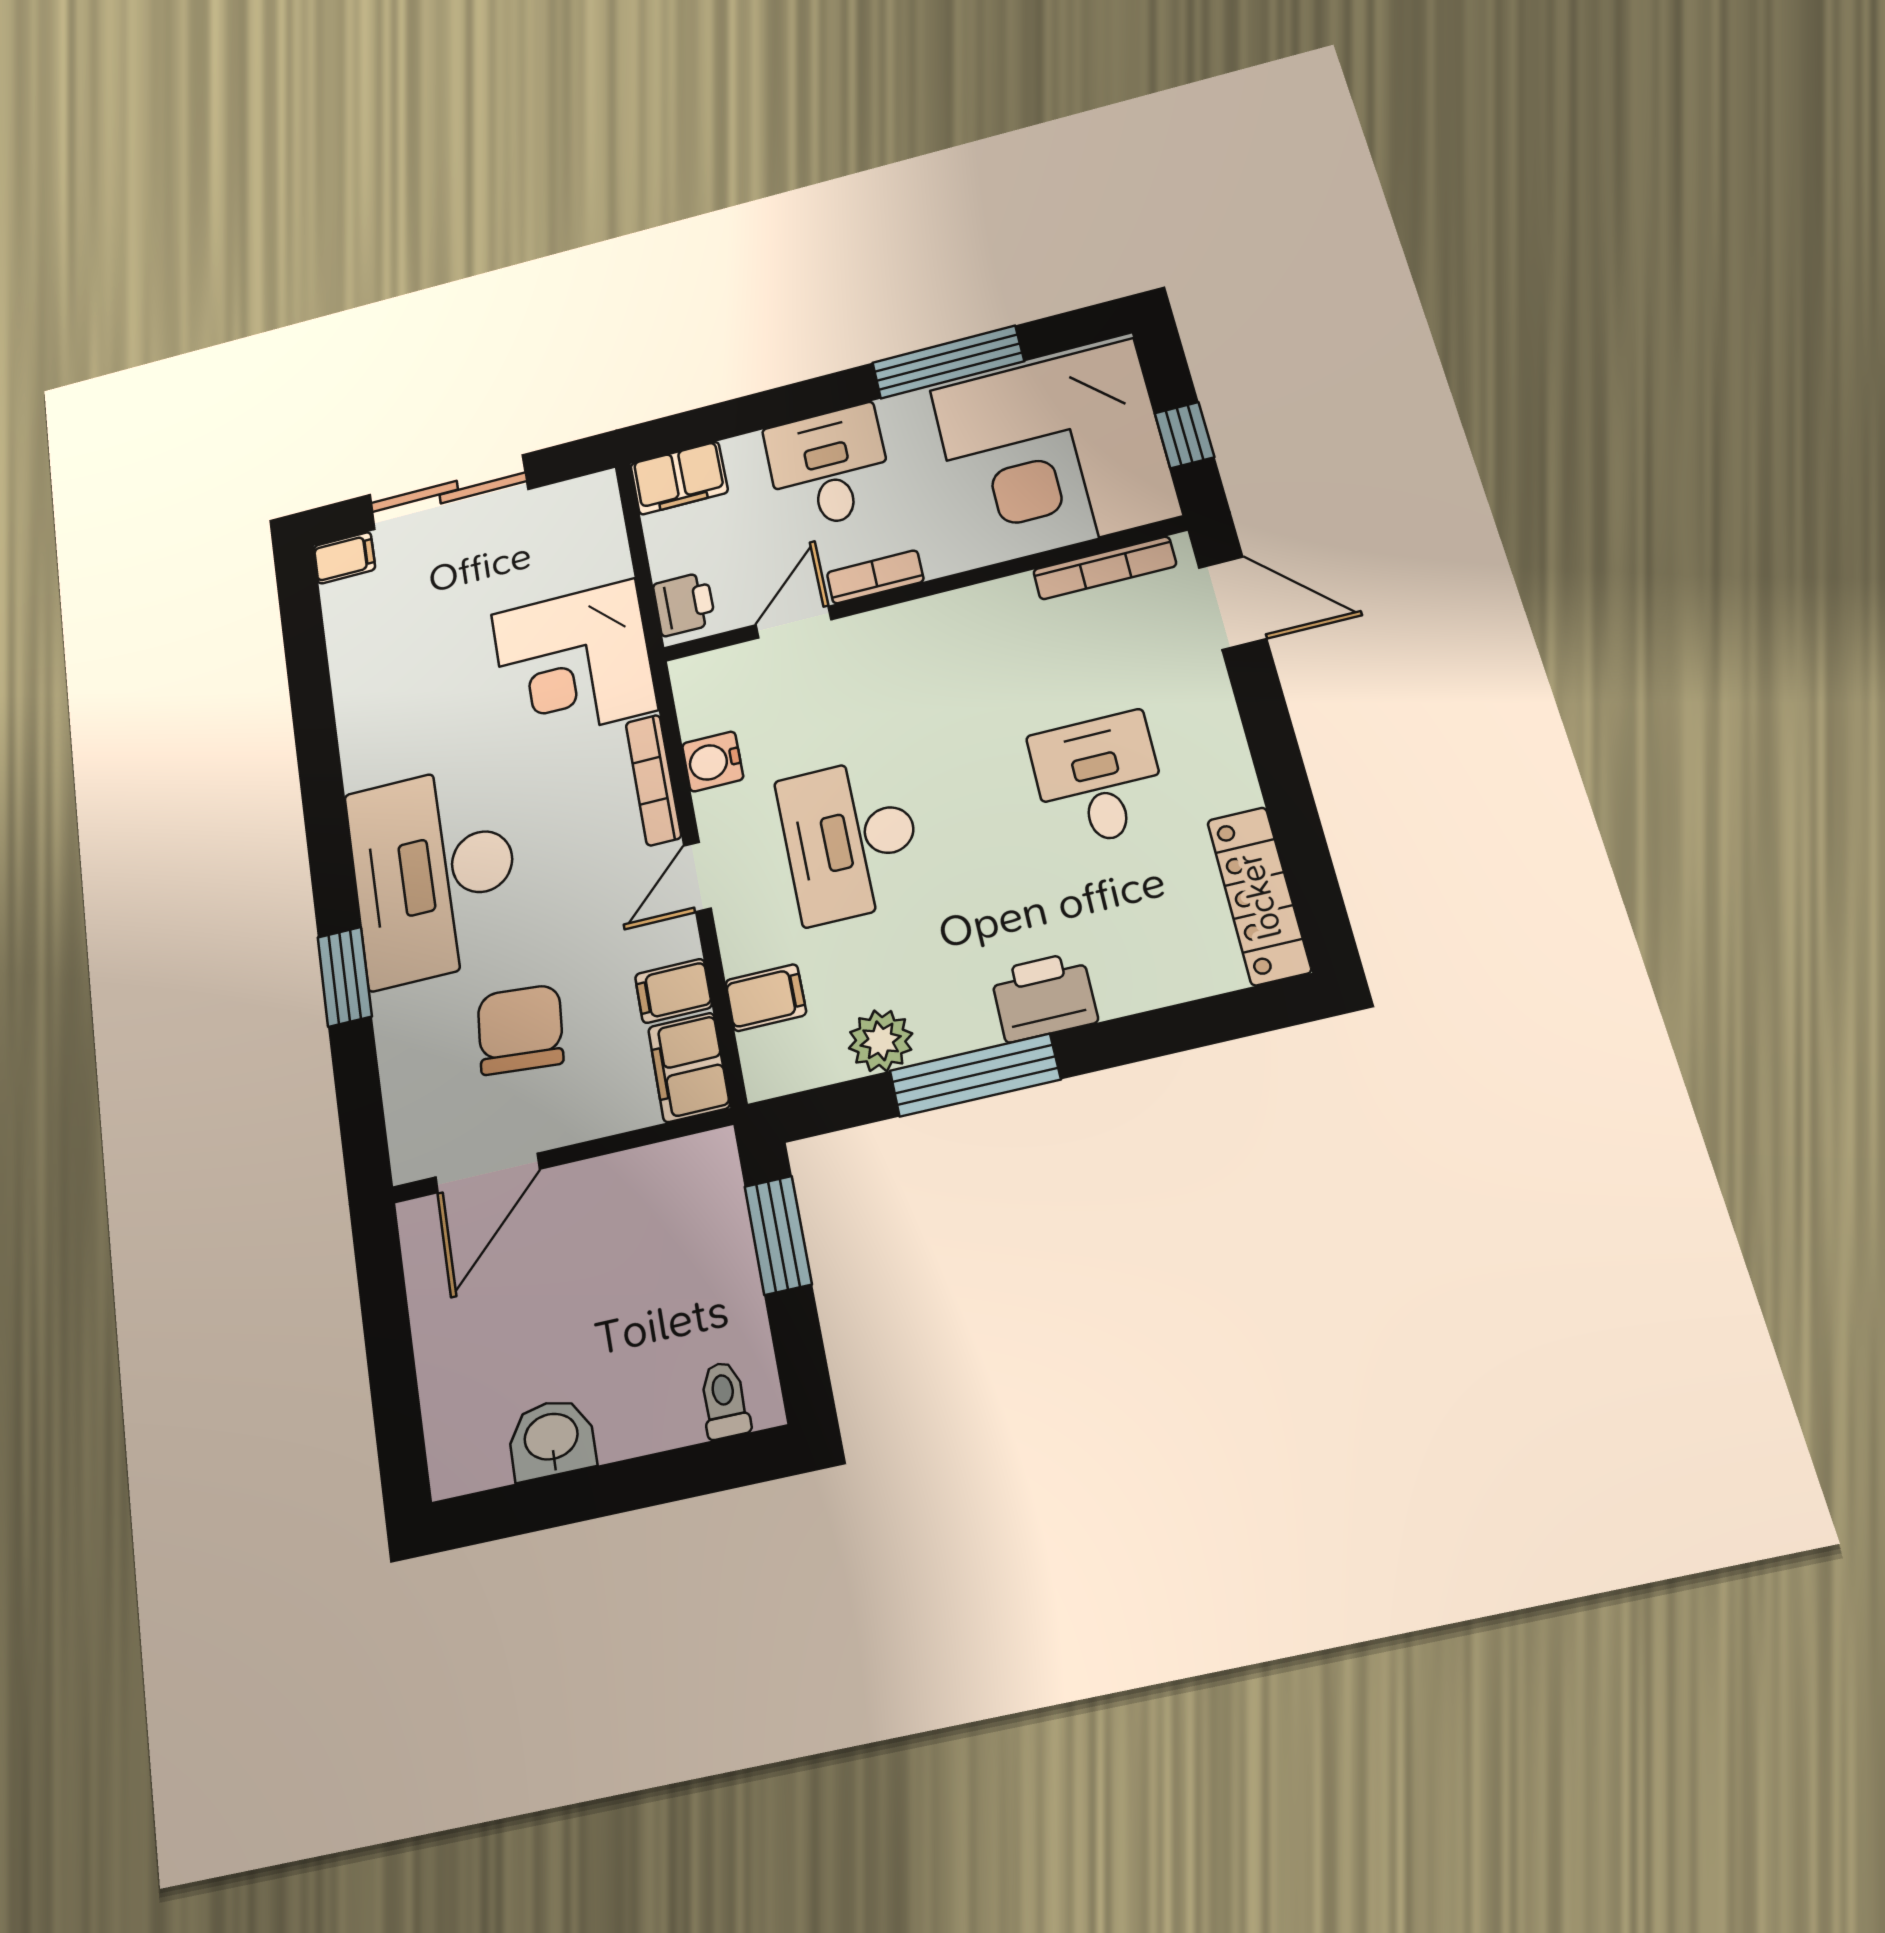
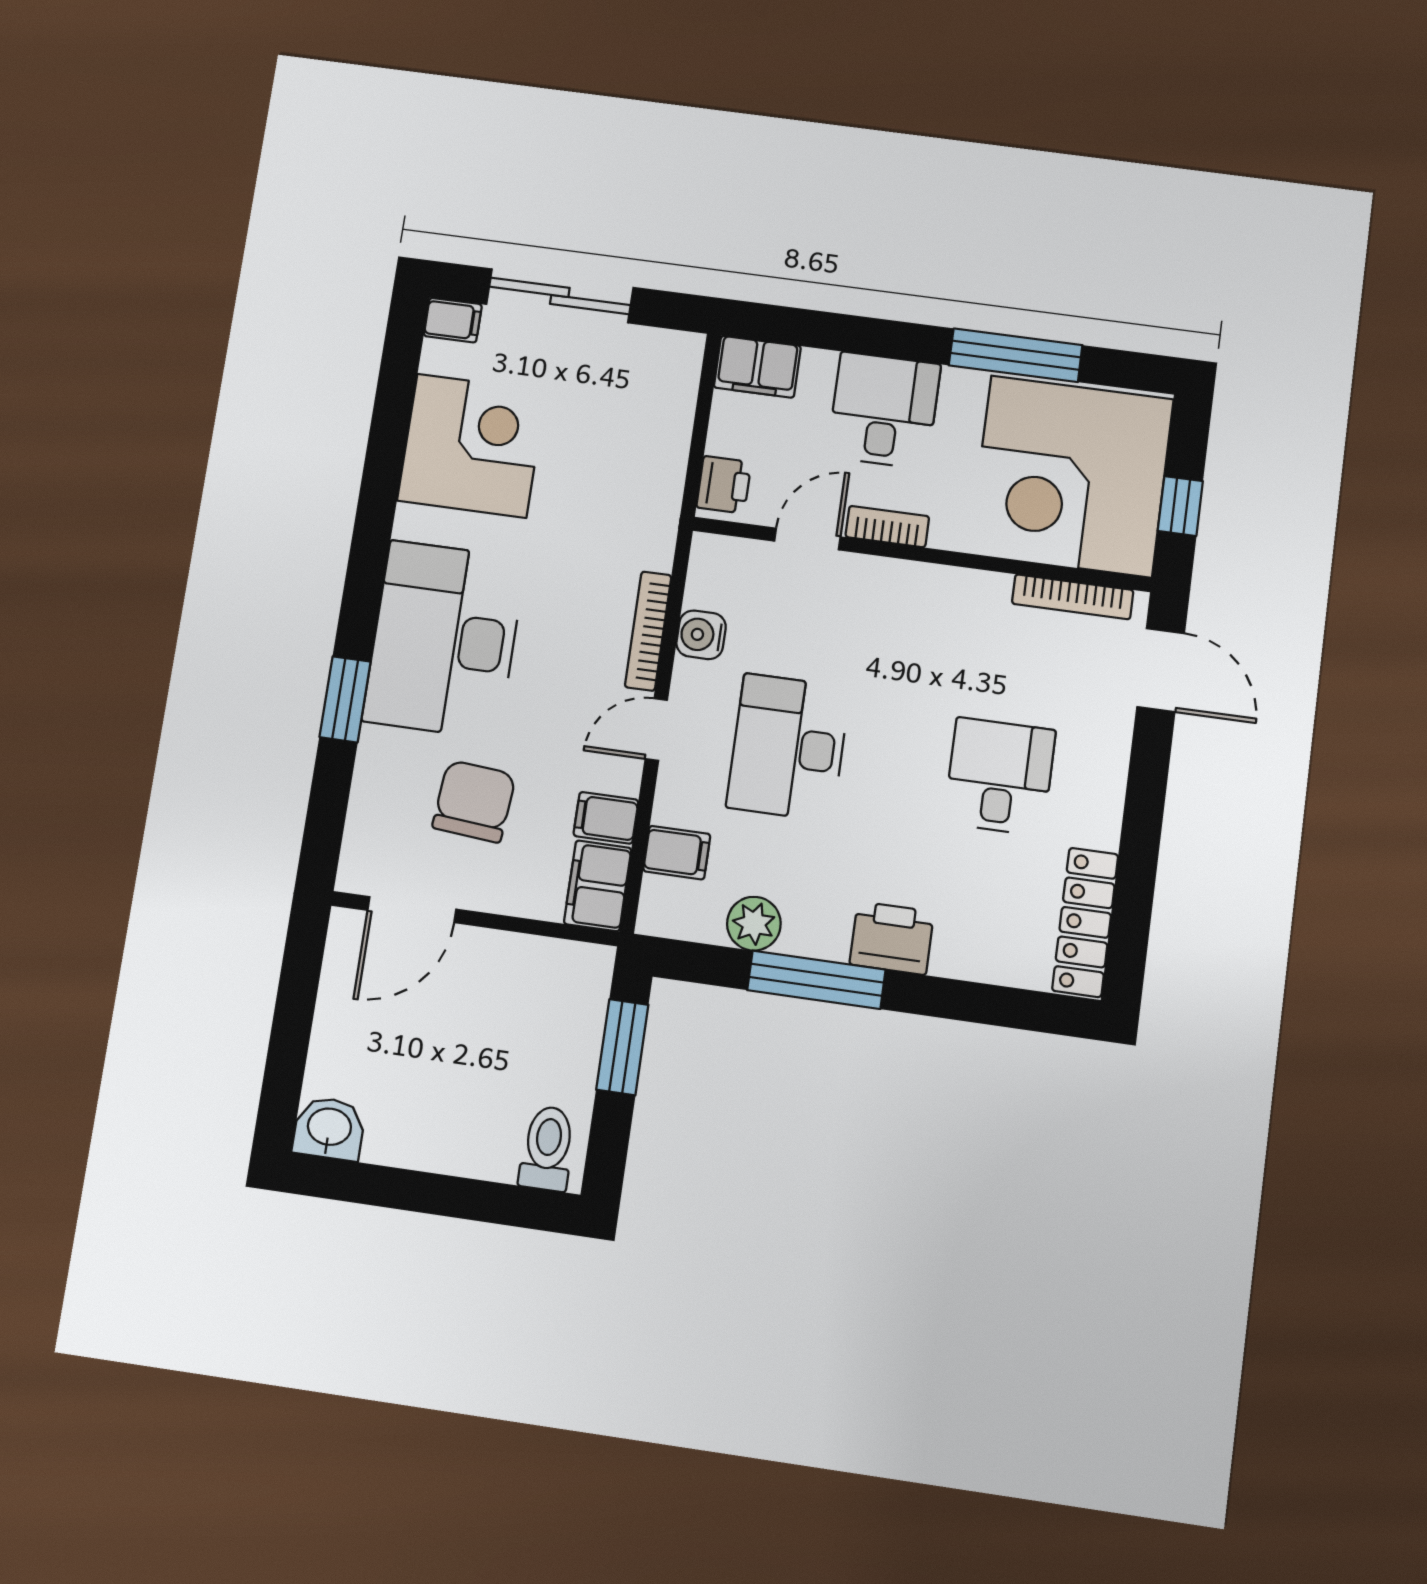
corner desk: (574, 662) -> (472, 446), moved, turned 180
toilet: (724, 1400) -> (547, 1148), width x1.37, depth x1.39
washbasin: (551, 1439) -> (329, 1128), moved

